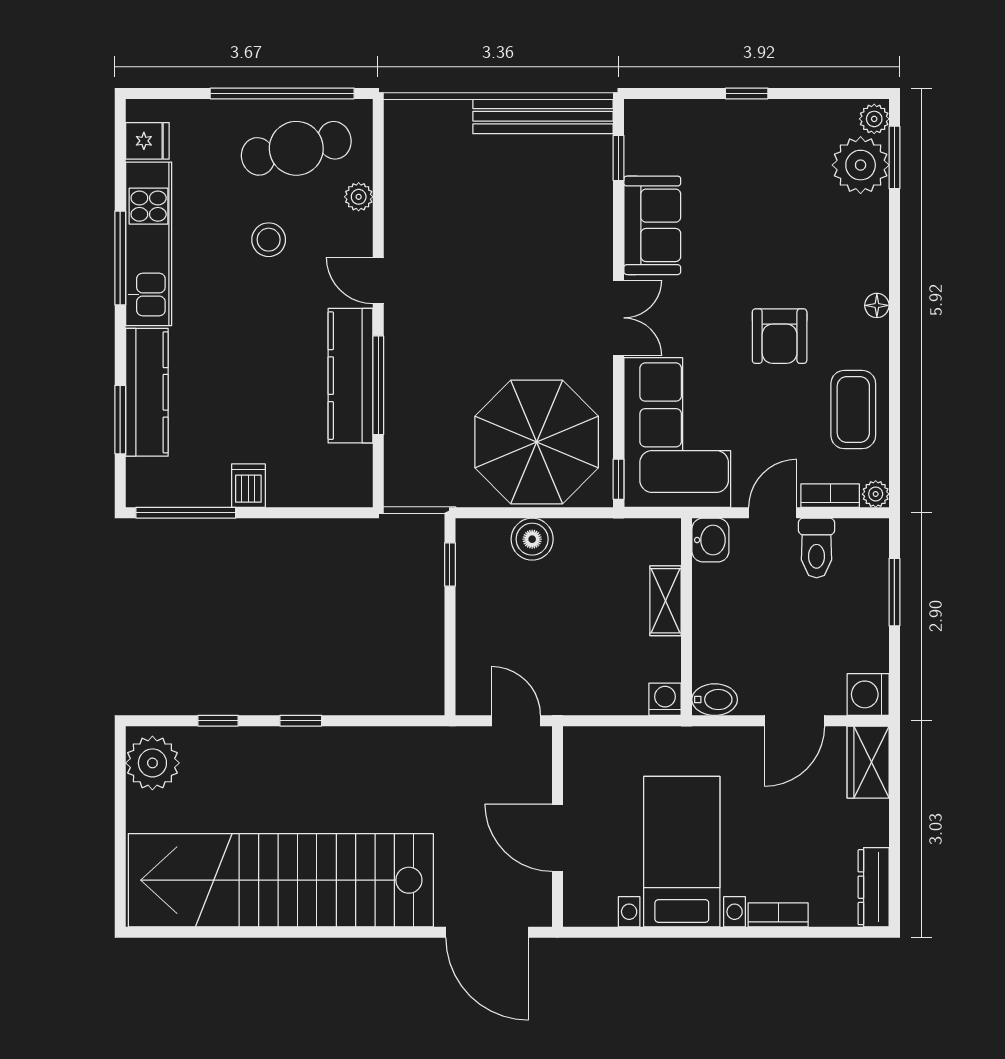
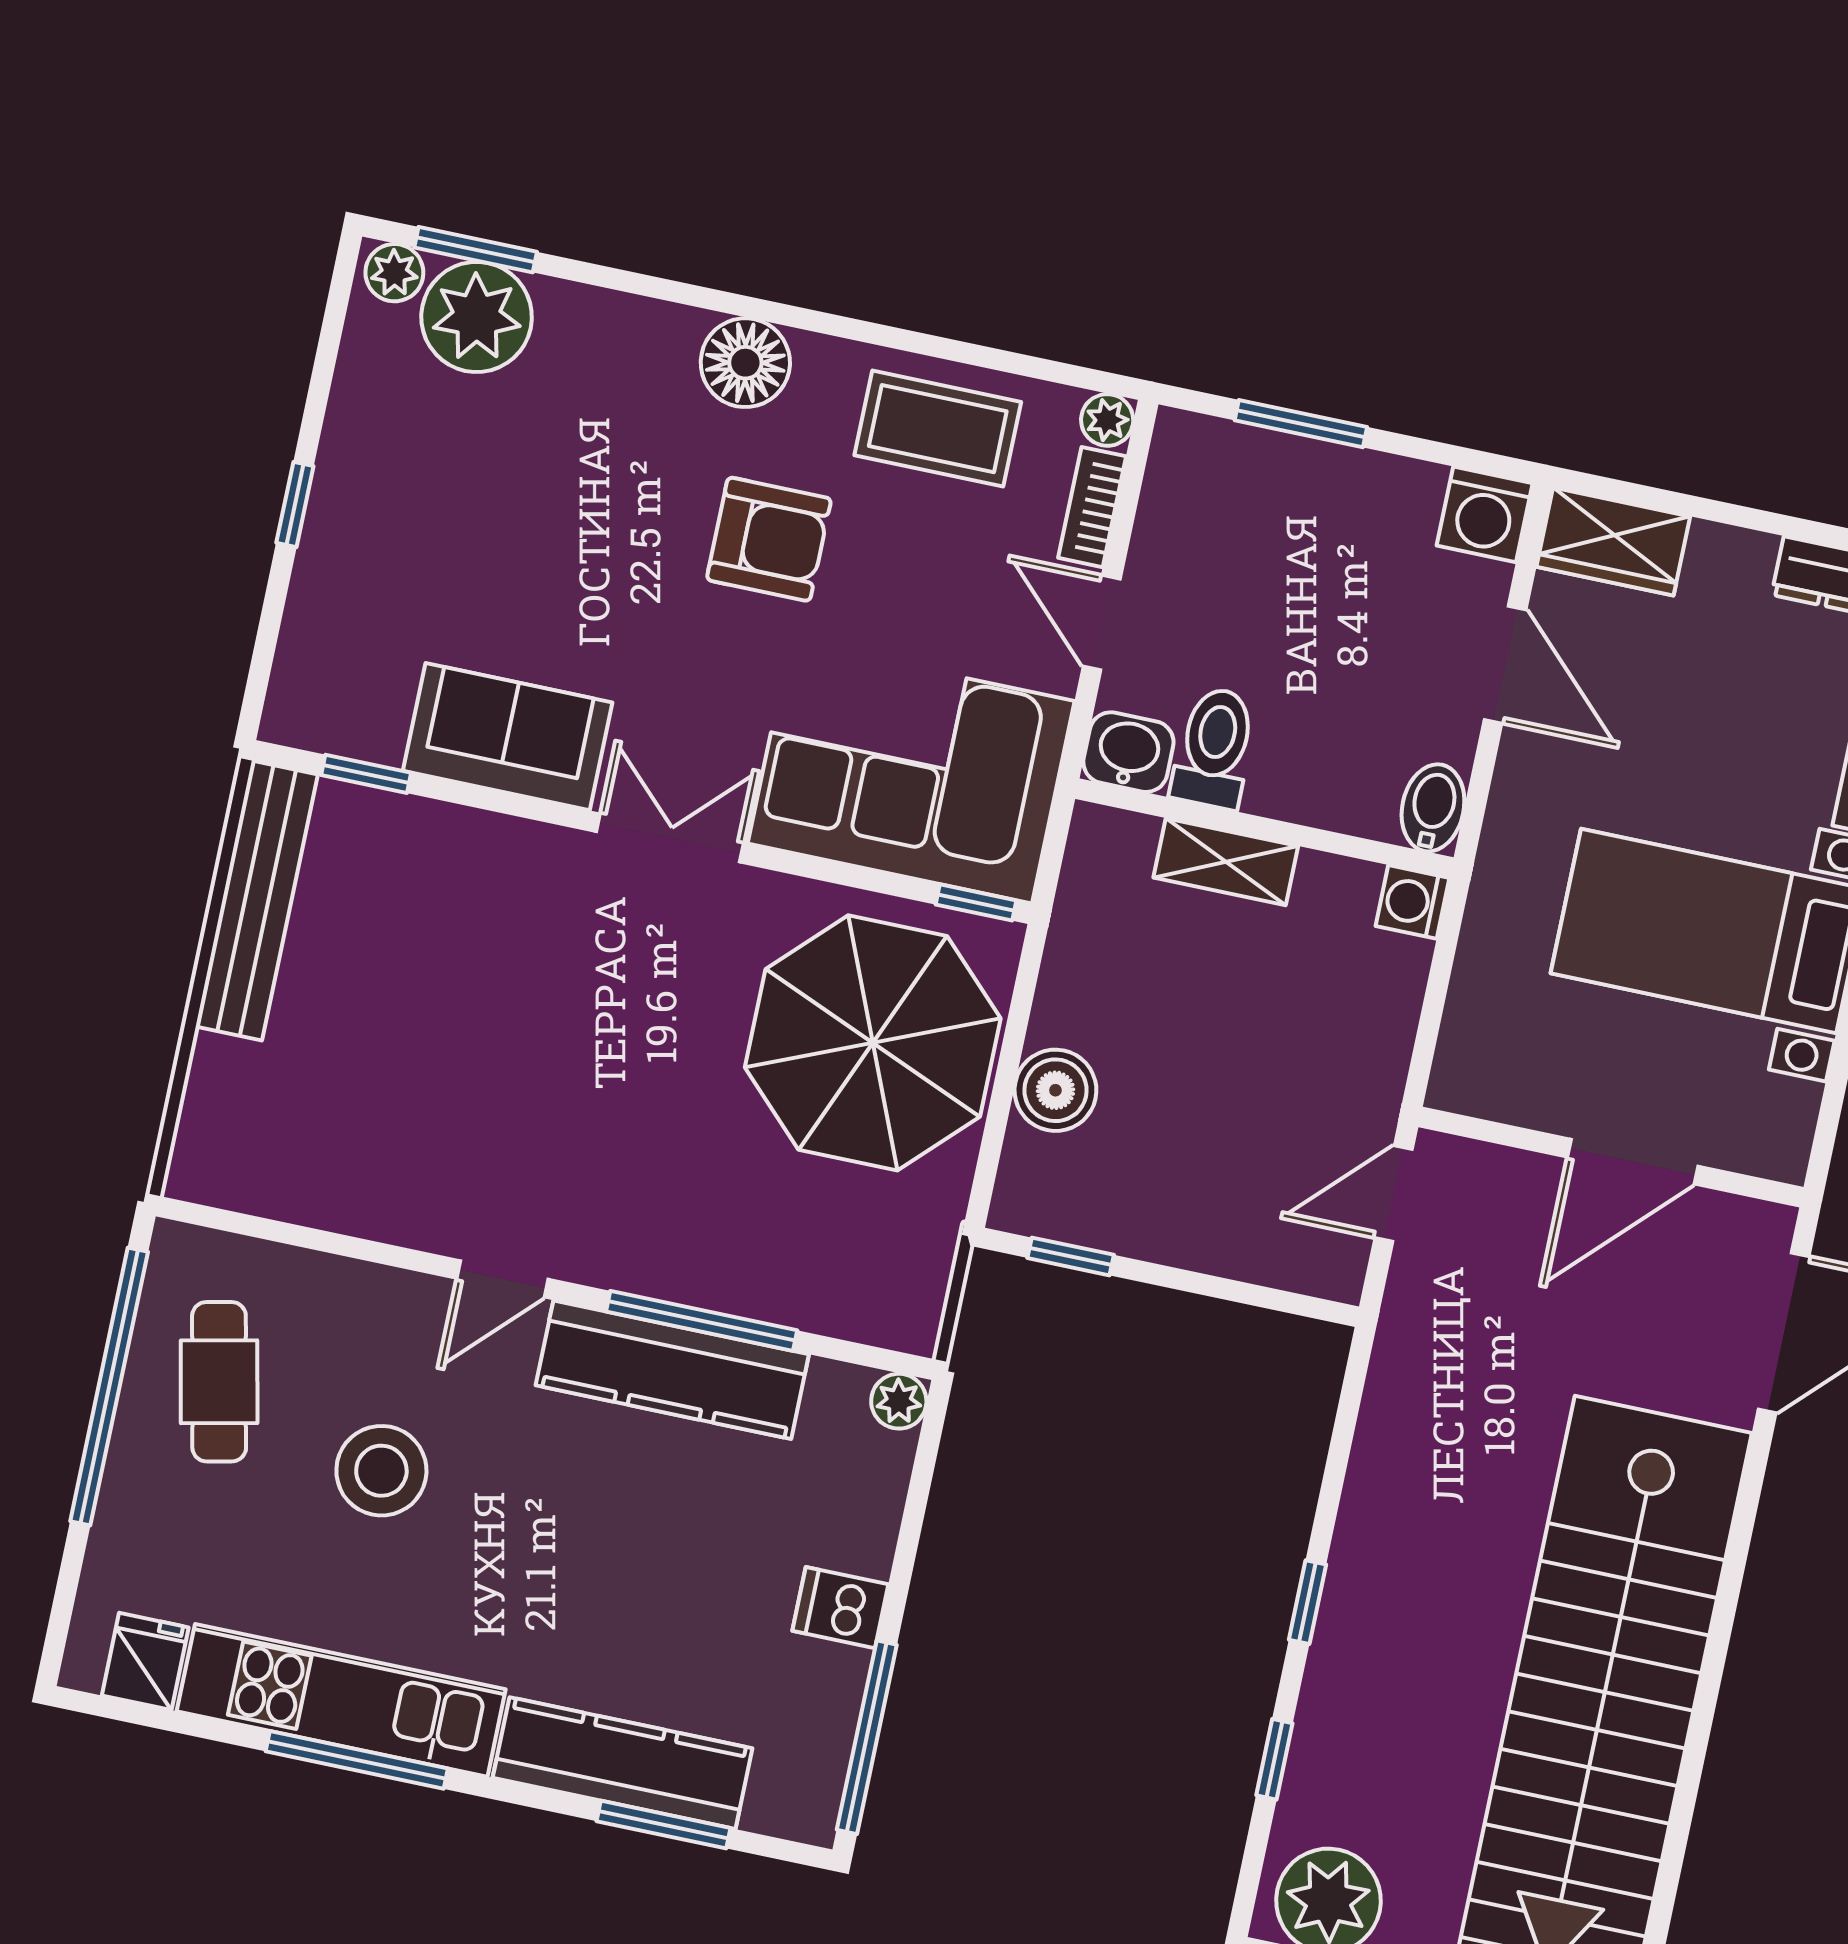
cafe table: (296, 148) -> (219, 1382), width x0.73, depth x0.74
plant: (359, 197) -> (899, 1401), moved
stool: (269, 240) -> (381, 1471), width x1.38, depth x1.38
floor lamp: (877, 305) -> (745, 363), width x1.89, depth x1.89
toilet: (817, 548) -> (1214, 748), moved, turned -90

